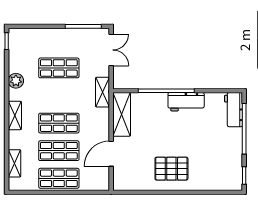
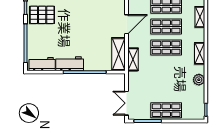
shop shelf: (59, 68) -> (166, 110), moved
shelving: (103, 92) -> (133, 59), moved
workbench: (233, 110) -> (42, 64), moved, turned -90
pallet: (171, 169) -> (42, 15), moved

